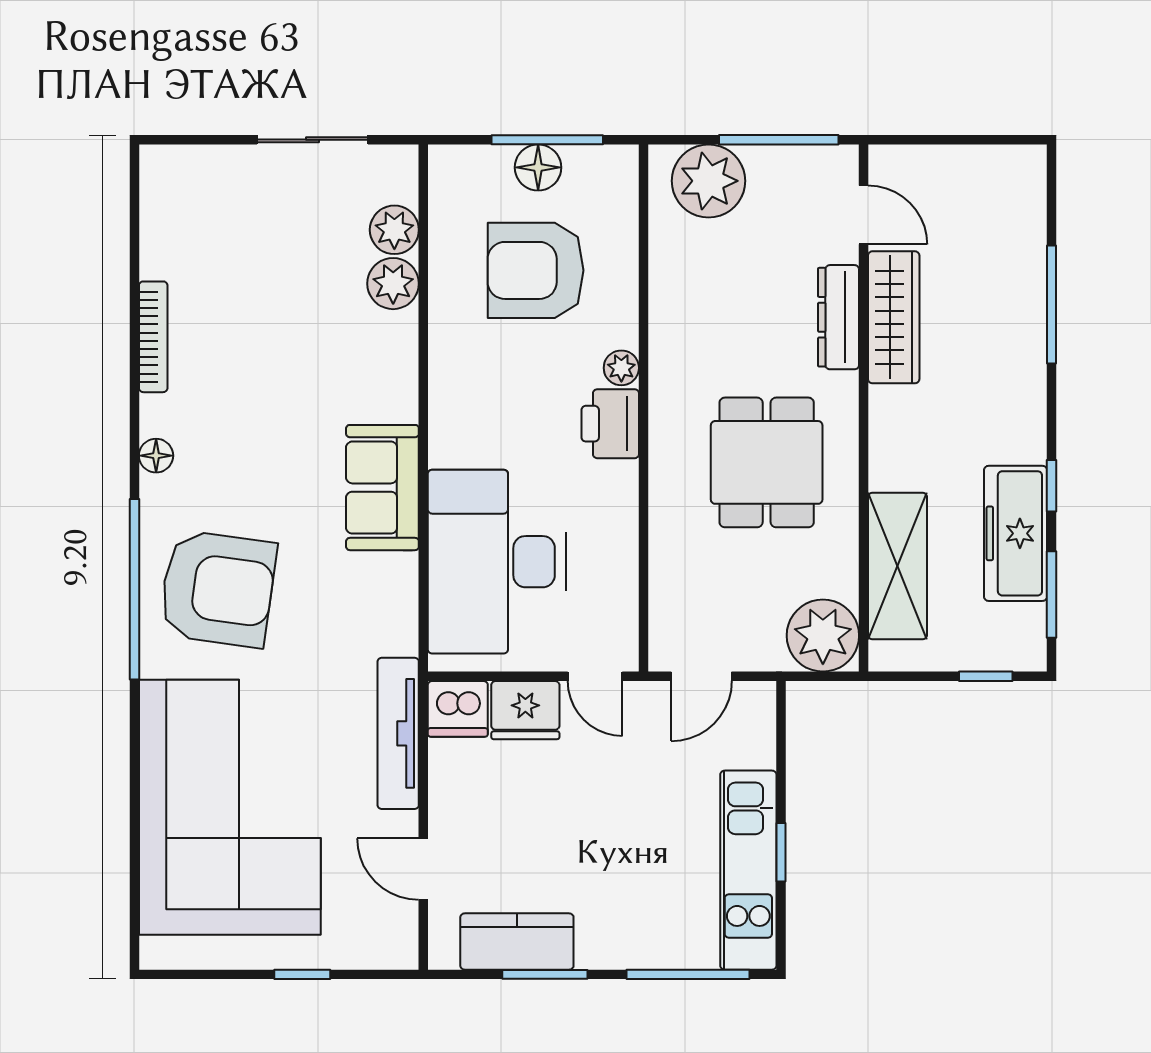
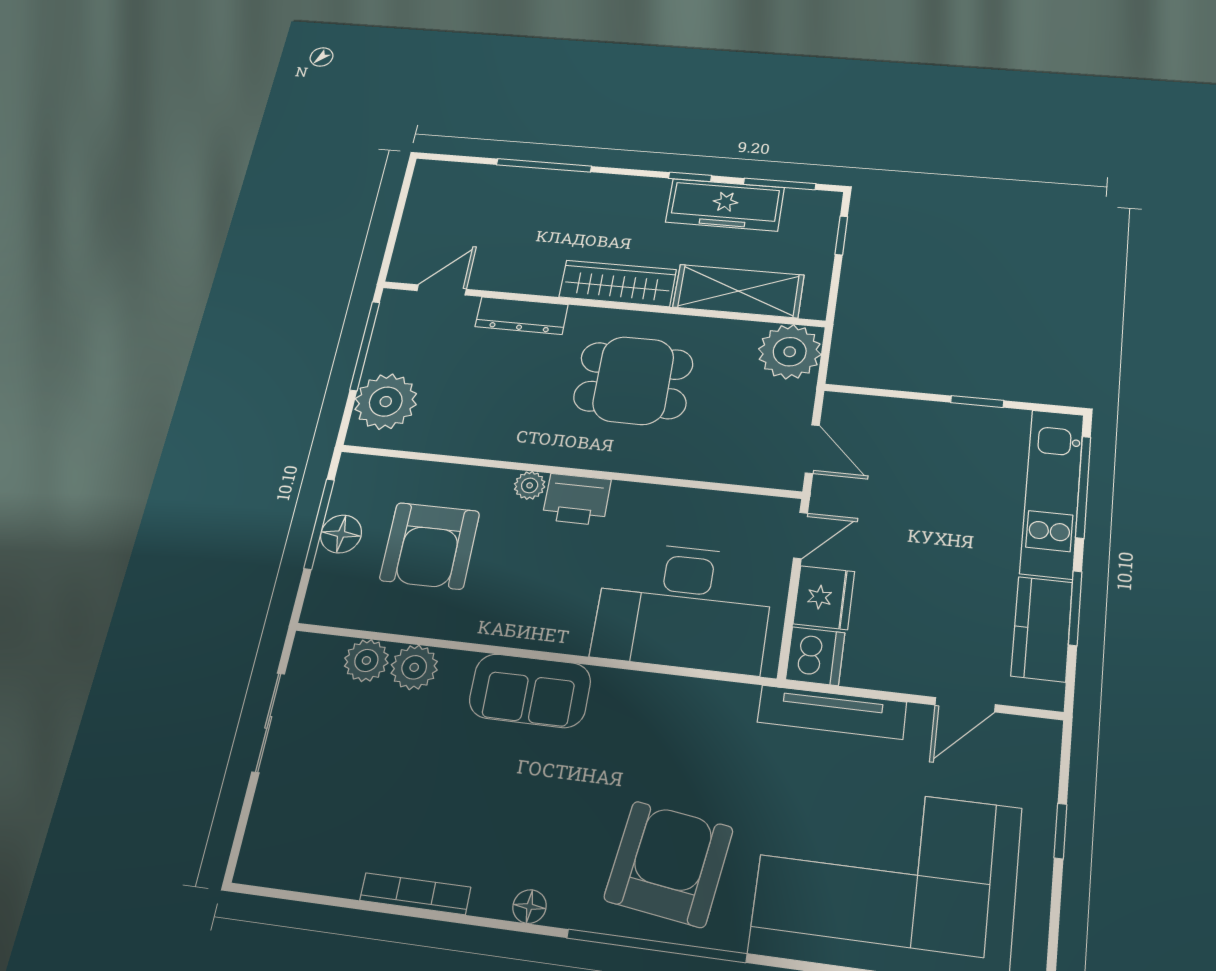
wardrobe: (894, 317) -> (618, 283), moved
sofa: (382, 488) -> (530, 691), moved
kitchen unit: (748, 870) -> (1052, 493), moved, turned 90

